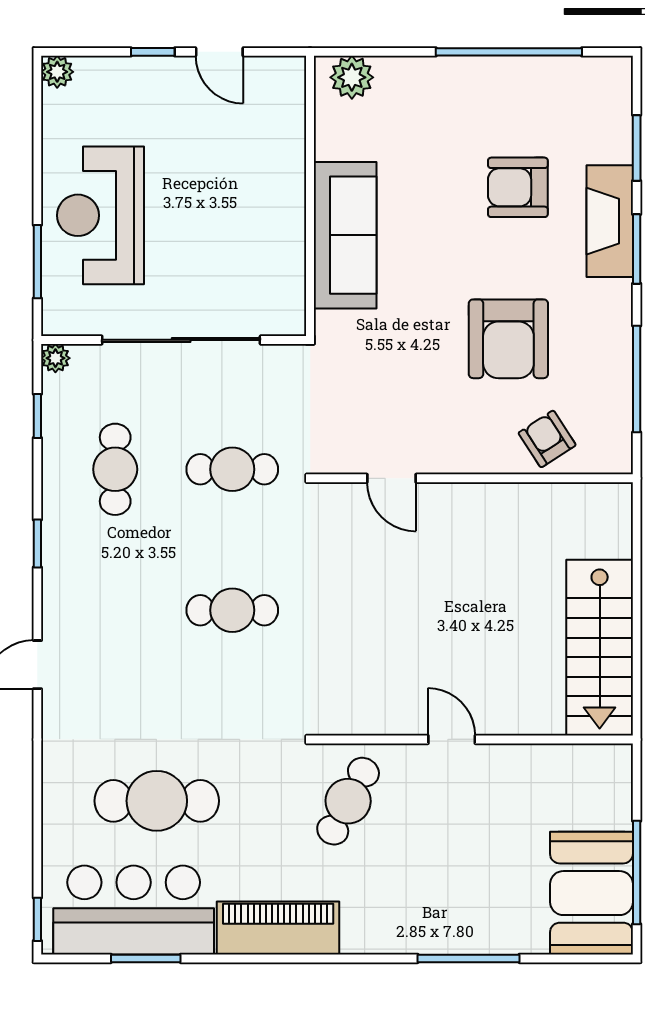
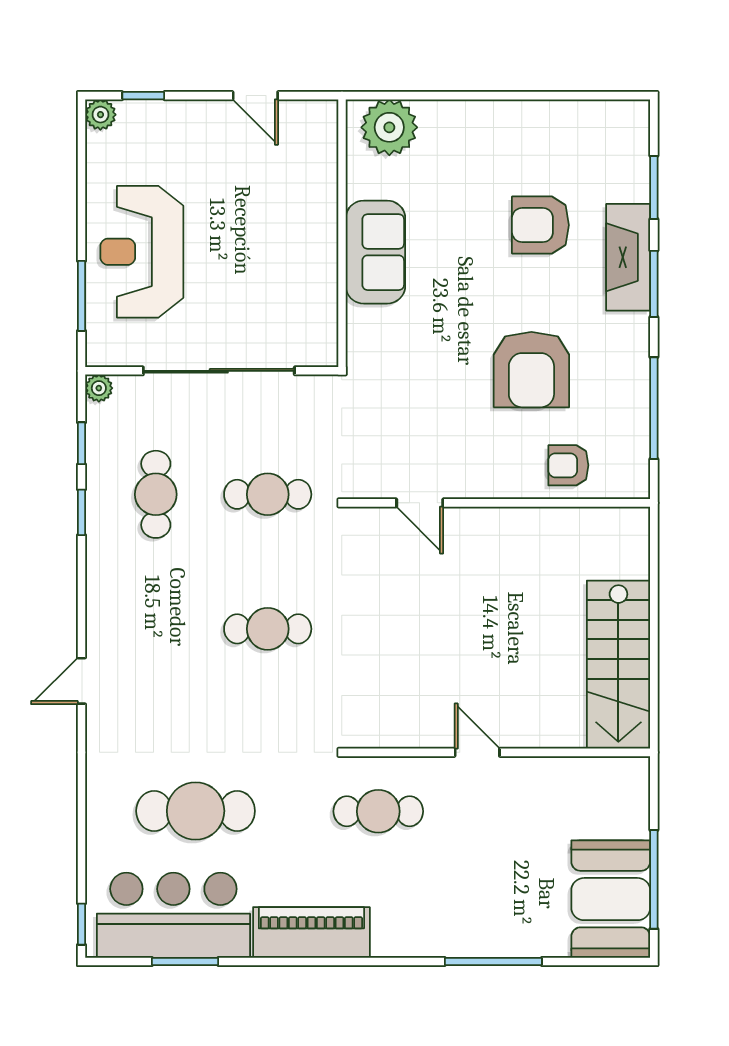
window: (153, 52) -> (143, 96), moved
window: (509, 52) -> (532, 96), removed
plant: (352, 77) -> (389, 127), width x1.36, depth x1.36
sofa: (345, 235) -> (375, 252), width x0.73
armchair: (547, 439) -> (568, 465), turned -57
window: (37, 543) -> (81, 512), moved
cafe table: (348, 801) -> (378, 811), turned 62

